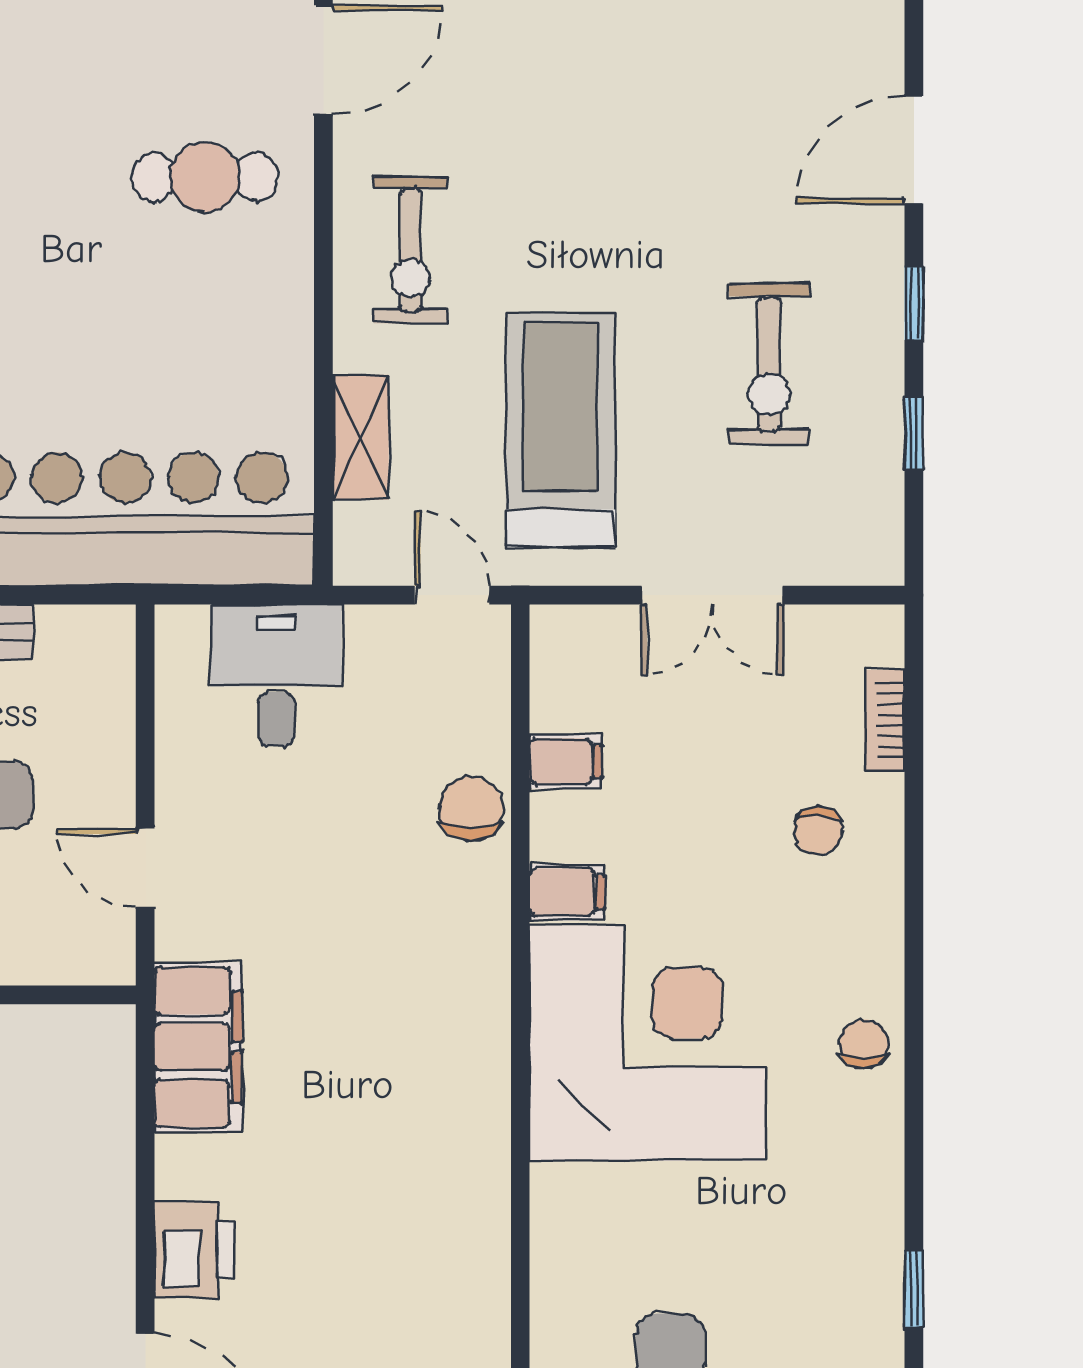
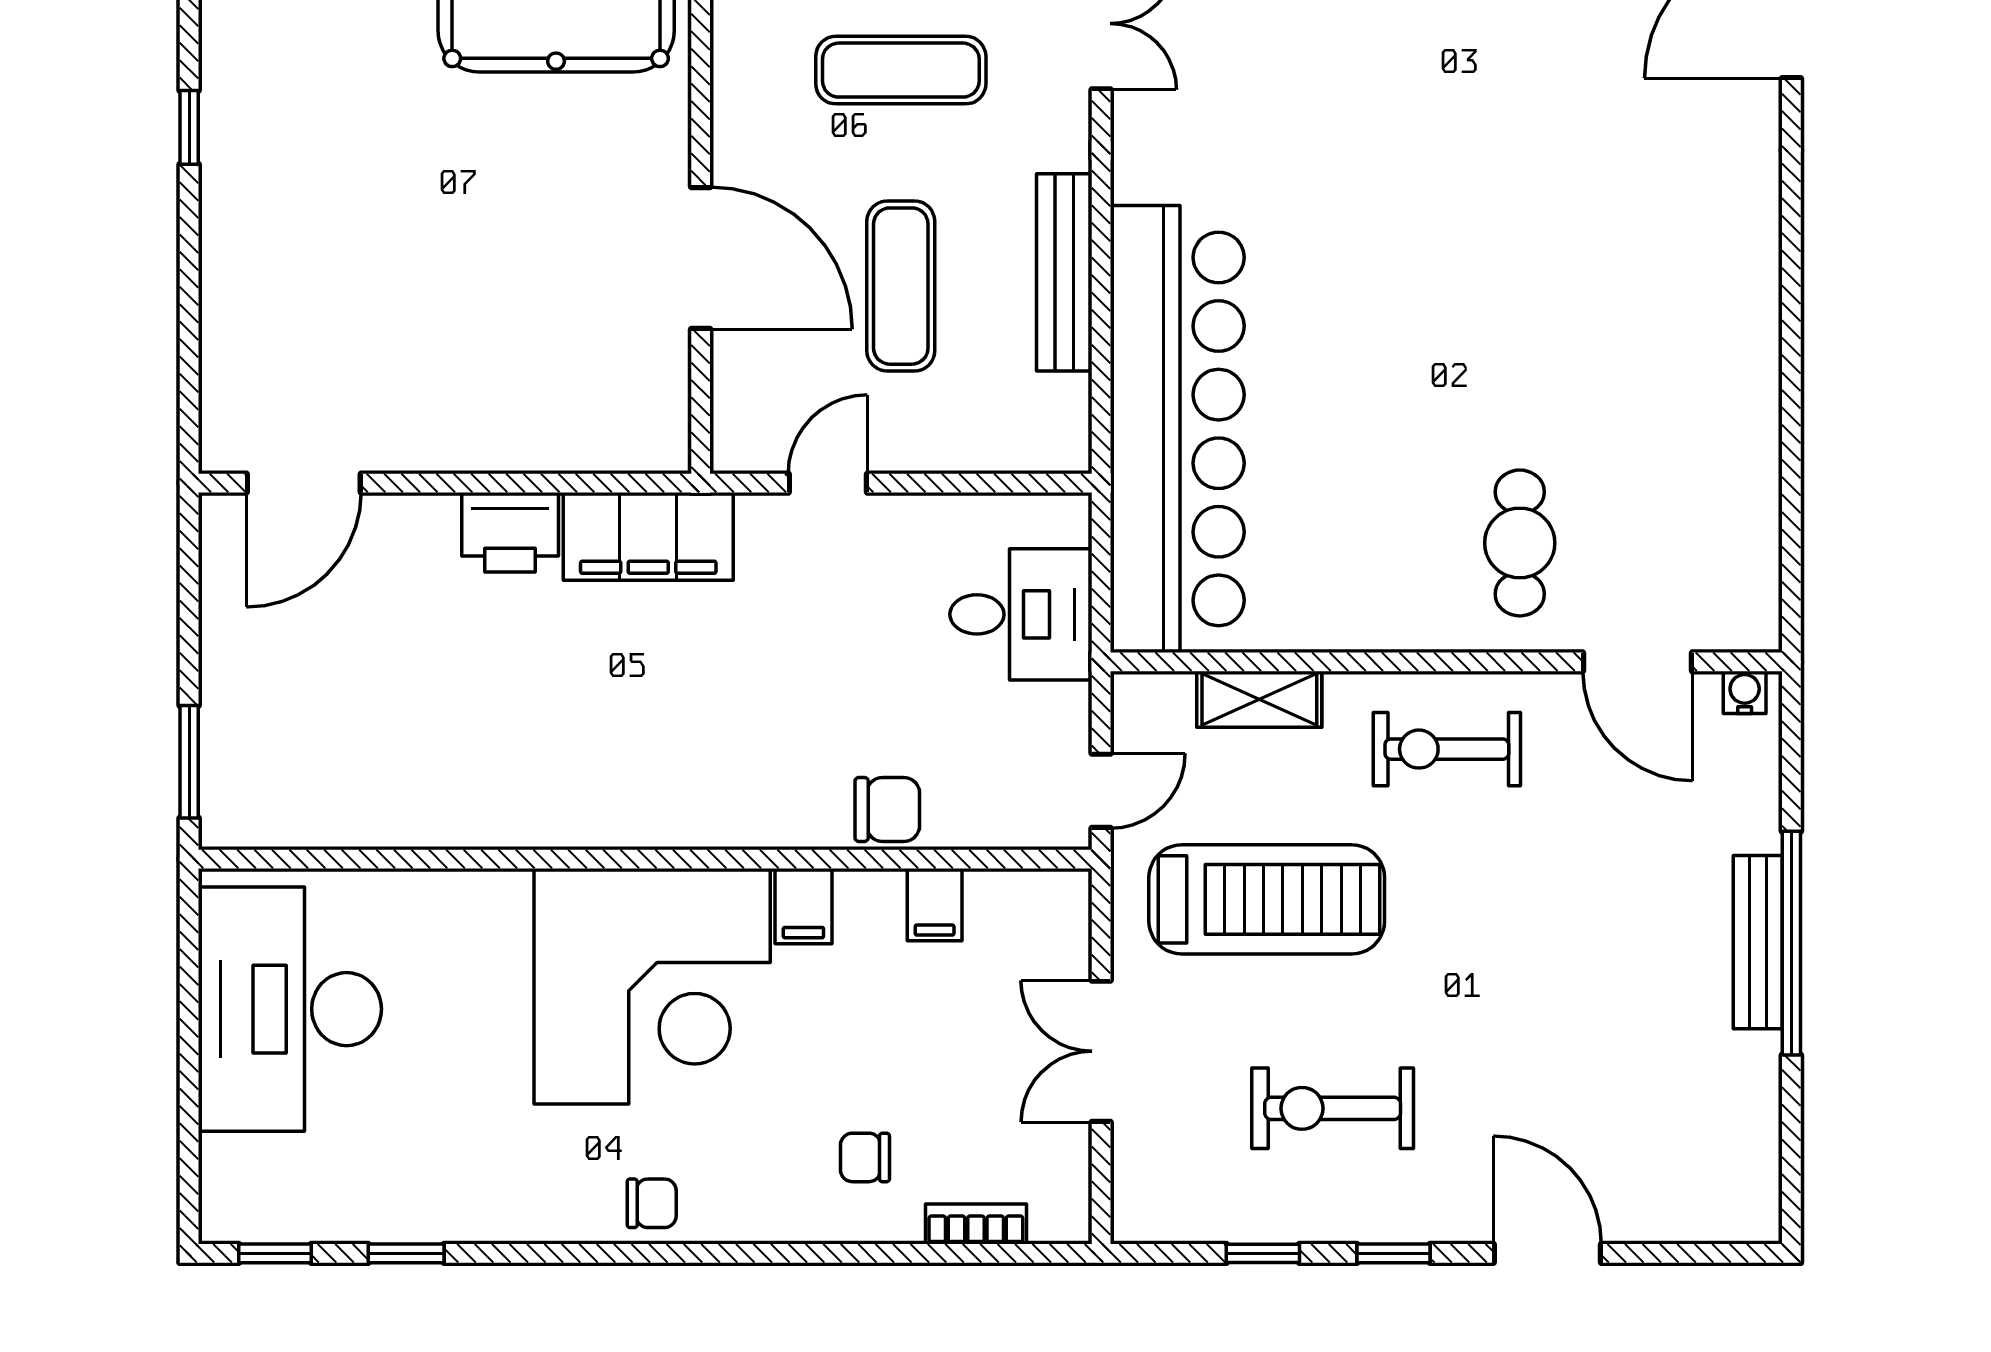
printer: (194, 1250) -> (510, 532), moved

